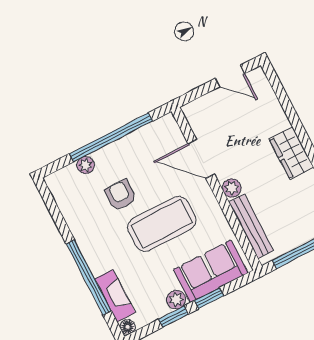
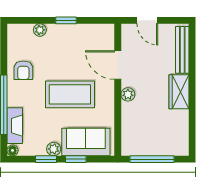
door: (230, 76) -> (147, 20), moved
window: (111, 137) -> (66, 20), width x0.32
armchair: (121, 195) -> (23, 70), moved, turned 180
bench: (251, 226) -> (182, 50), moved

